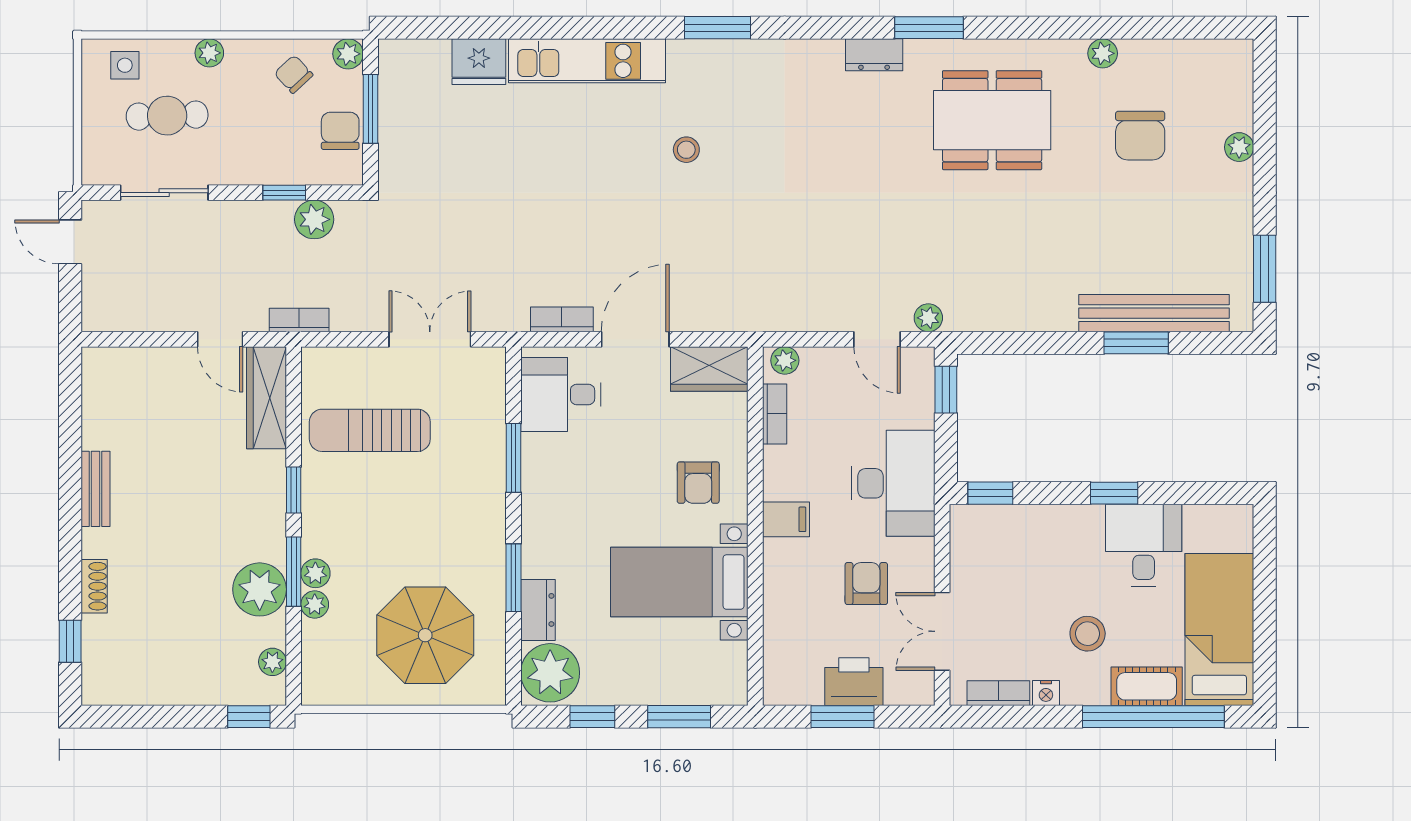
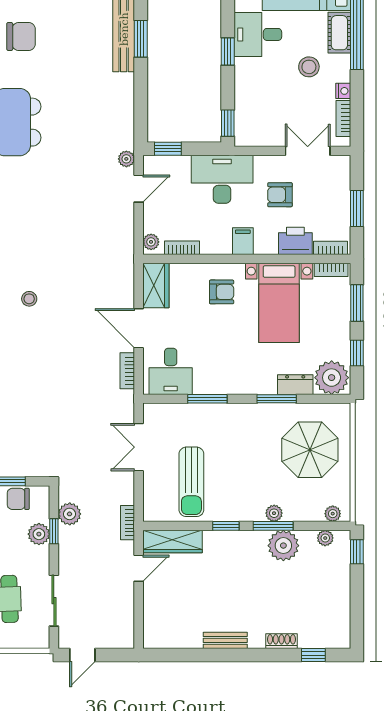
plant: (279, 166) -> (39, 534), added
plant: (315, 604) -> (333, 514), moved
double door: (942, 631) -> (308, 151), swing flipped
bookcase: (774, 671) -> (331, 248), added
bookcase: (736, 672) -> (331, 270), added
printer: (854, 682) -> (295, 241), moved, turned 90

